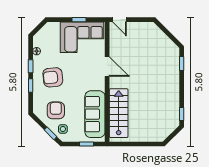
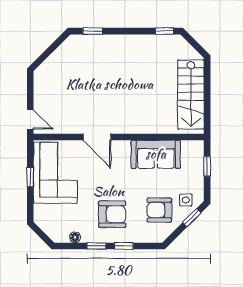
door: (119, 20) -> (30, 119), hinge flipped
door: (107, 67) -> (97, 137), swing flipped
armchair: (53, 77) -> (112, 214), turned -84
stairs: (119, 113) -> (191, 95), moved, turned -90
sofa: (95, 114) -> (156, 154), width x0.73

